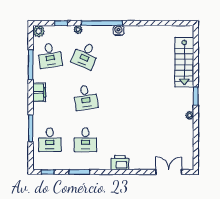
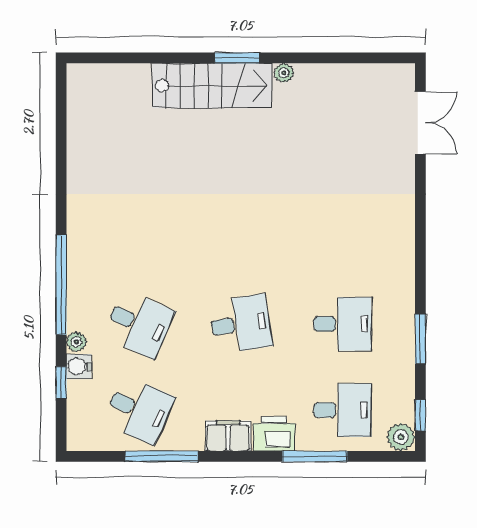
water cooler: (118, 30) -> (79, 367), moved
plant: (39, 31) -> (401, 437), moved
desk: (50, 55) -> (139, 410), turned 33
stairs: (184, 62) -> (212, 86), moved
printer: (120, 163) -> (274, 434), moved, turned 90
double door: (169, 172) -> (420, 123), swing flipped

